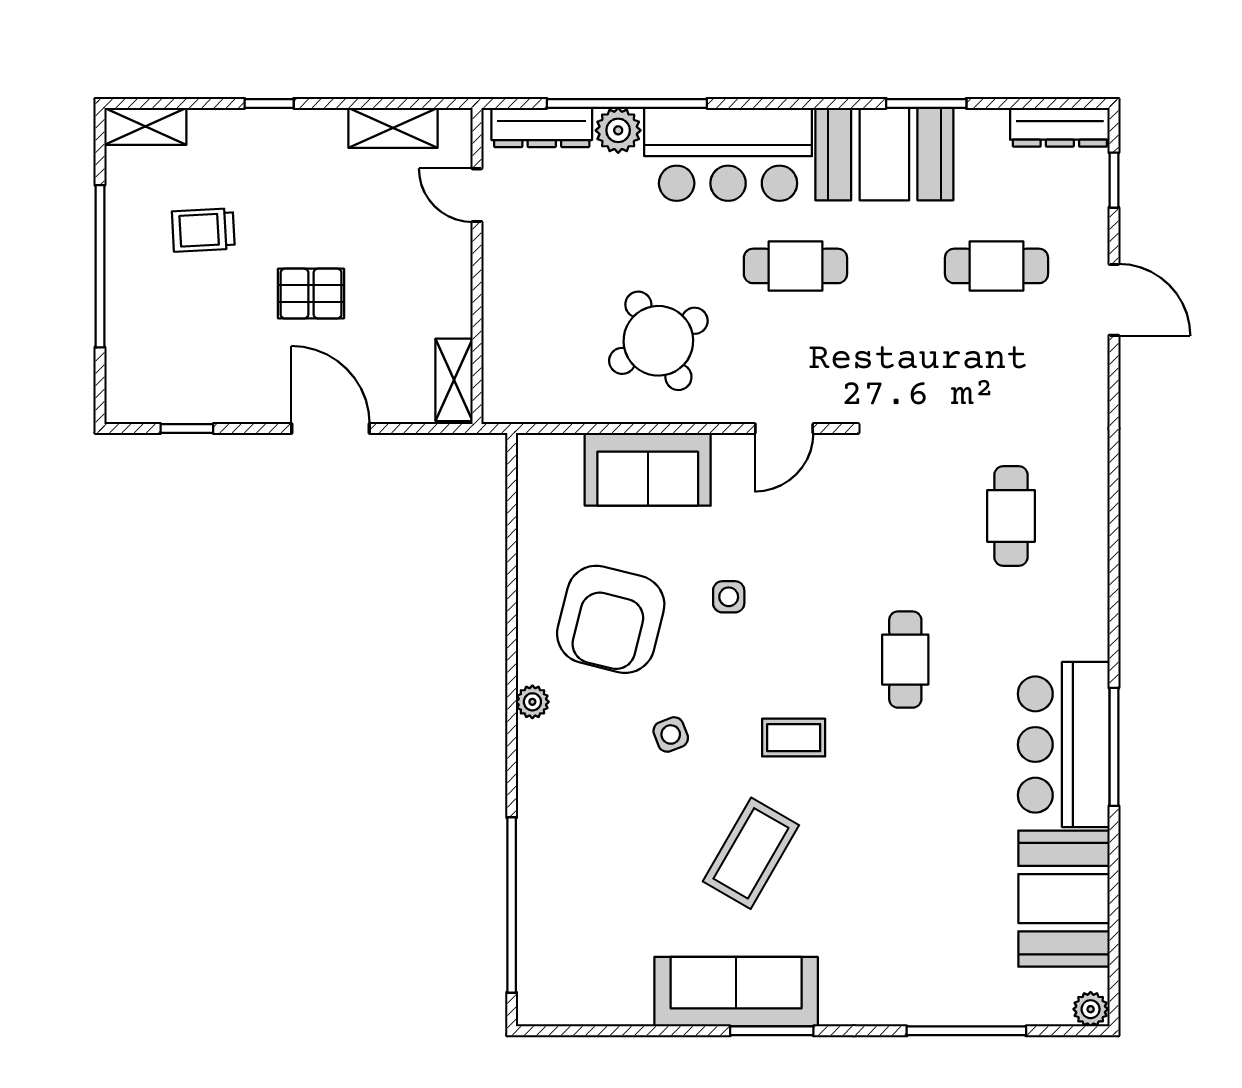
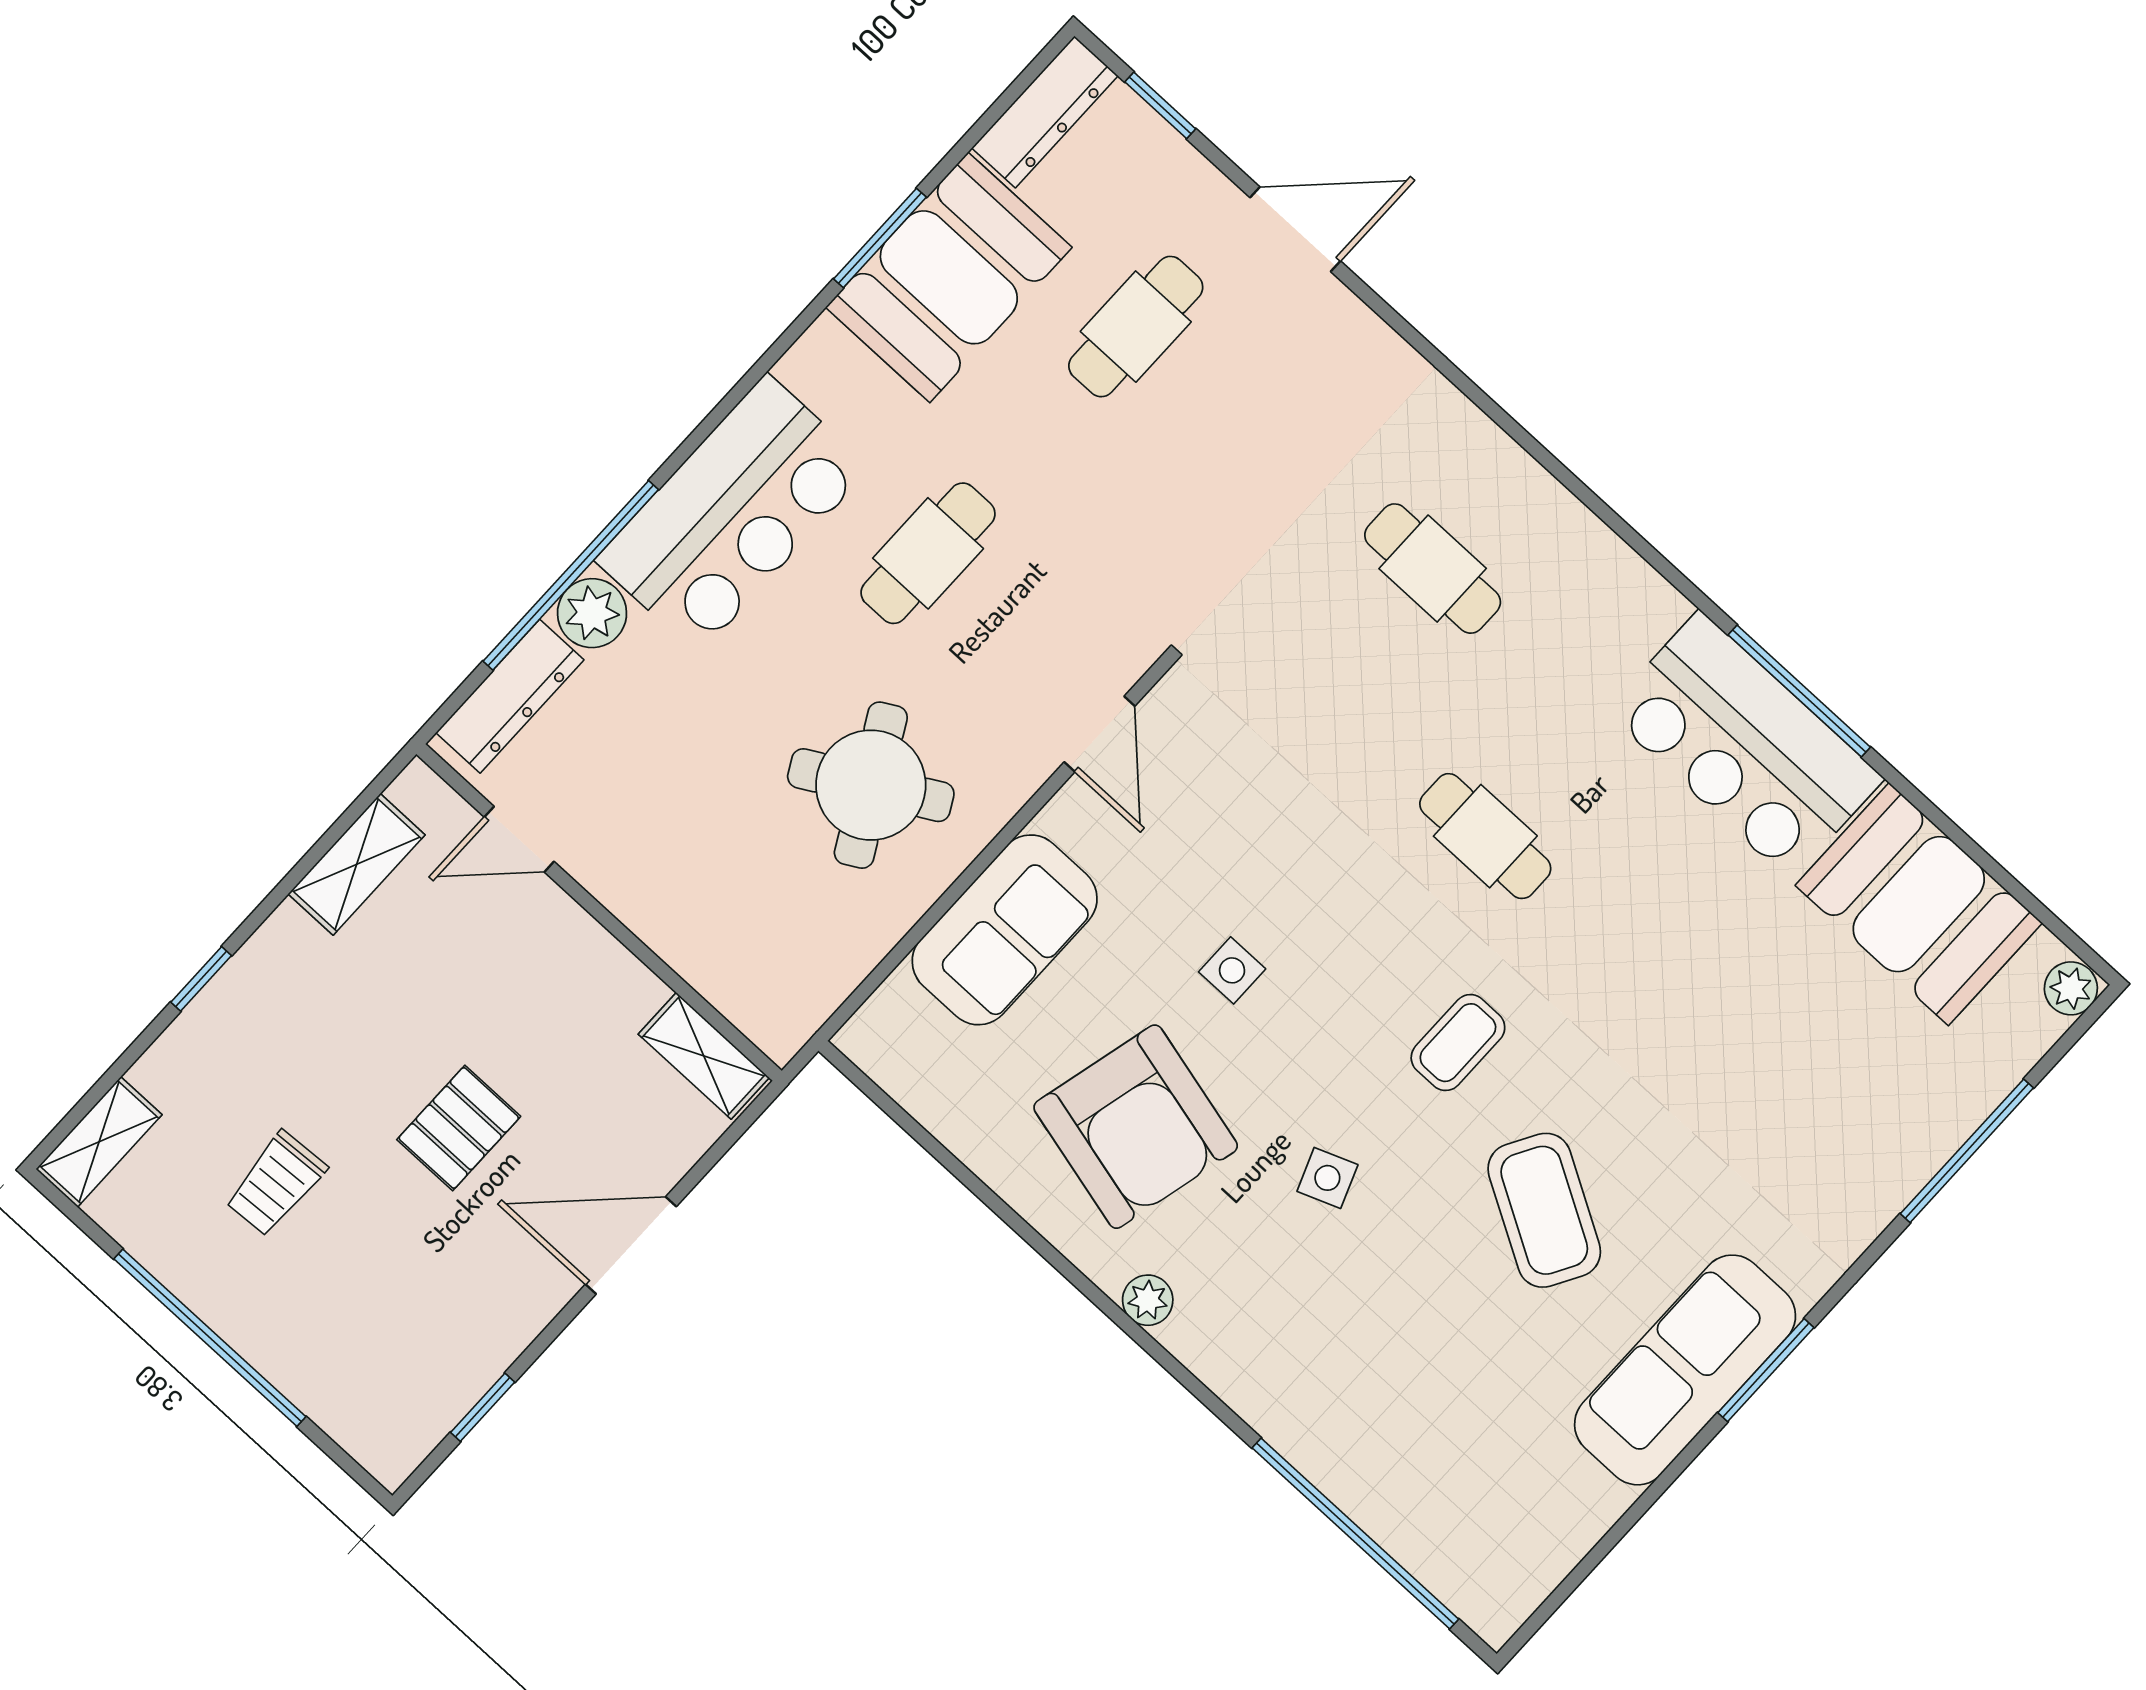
booth: (884, 154) -> (949, 277), moved

